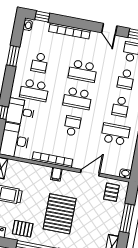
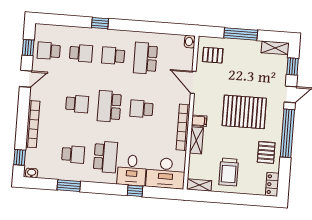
school desk: (83, 71) -> (77, 104), width x0.54
school desk: (77, 98) -> (109, 106), turned 180
school desk: (121, 107) -> (113, 56), turned 180
shelving: (40, 170) -> (196, 140), added

